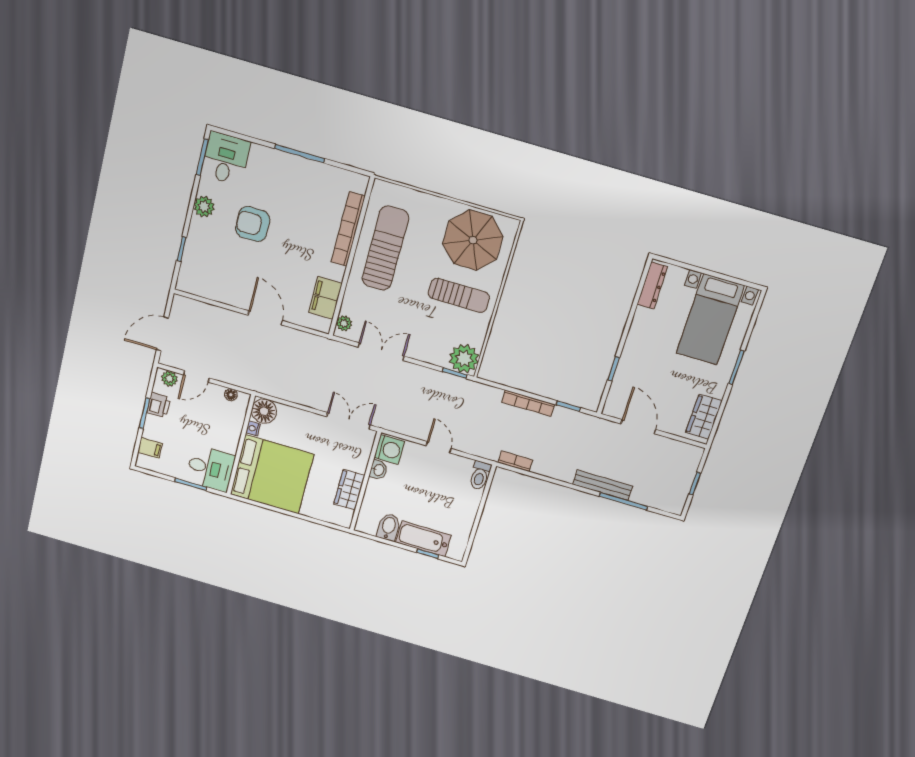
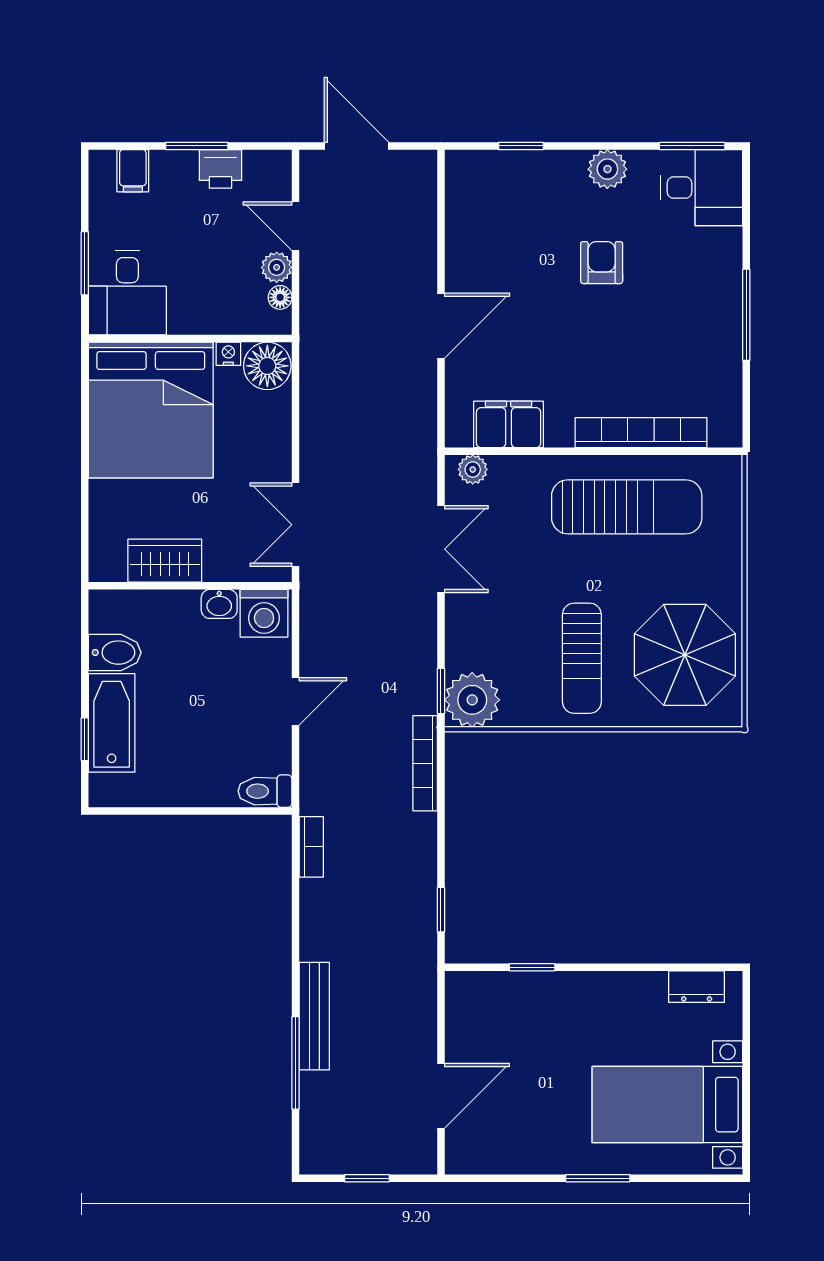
armchair: (253, 224) -> (602, 263), width x0.72, depth x0.72
dresser: (652, 285) -> (697, 987), width x0.70
plant: (169, 379) -> (277, 267), moved
bookcase: (528, 403) -> (425, 763), moved
wardrobe: (704, 417) -> (494, 1152), removed
double door: (348, 421) -> (296, 525), swing flipped
door: (638, 427) -> (441, 1096), moved

